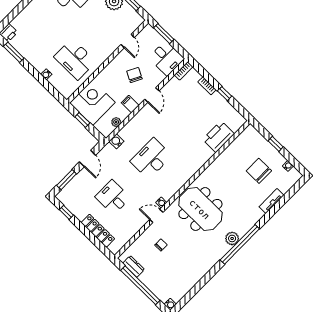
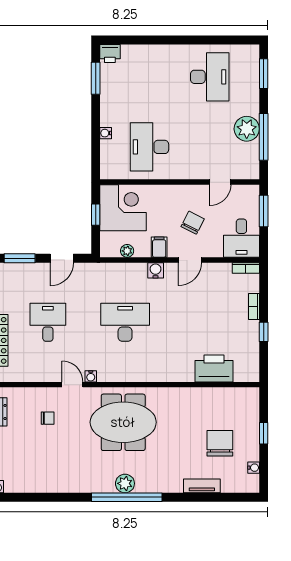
water cooler: (116, 141) -> (156, 270), moved
meeting table: (200, 209) -> (123, 422), turned 90

